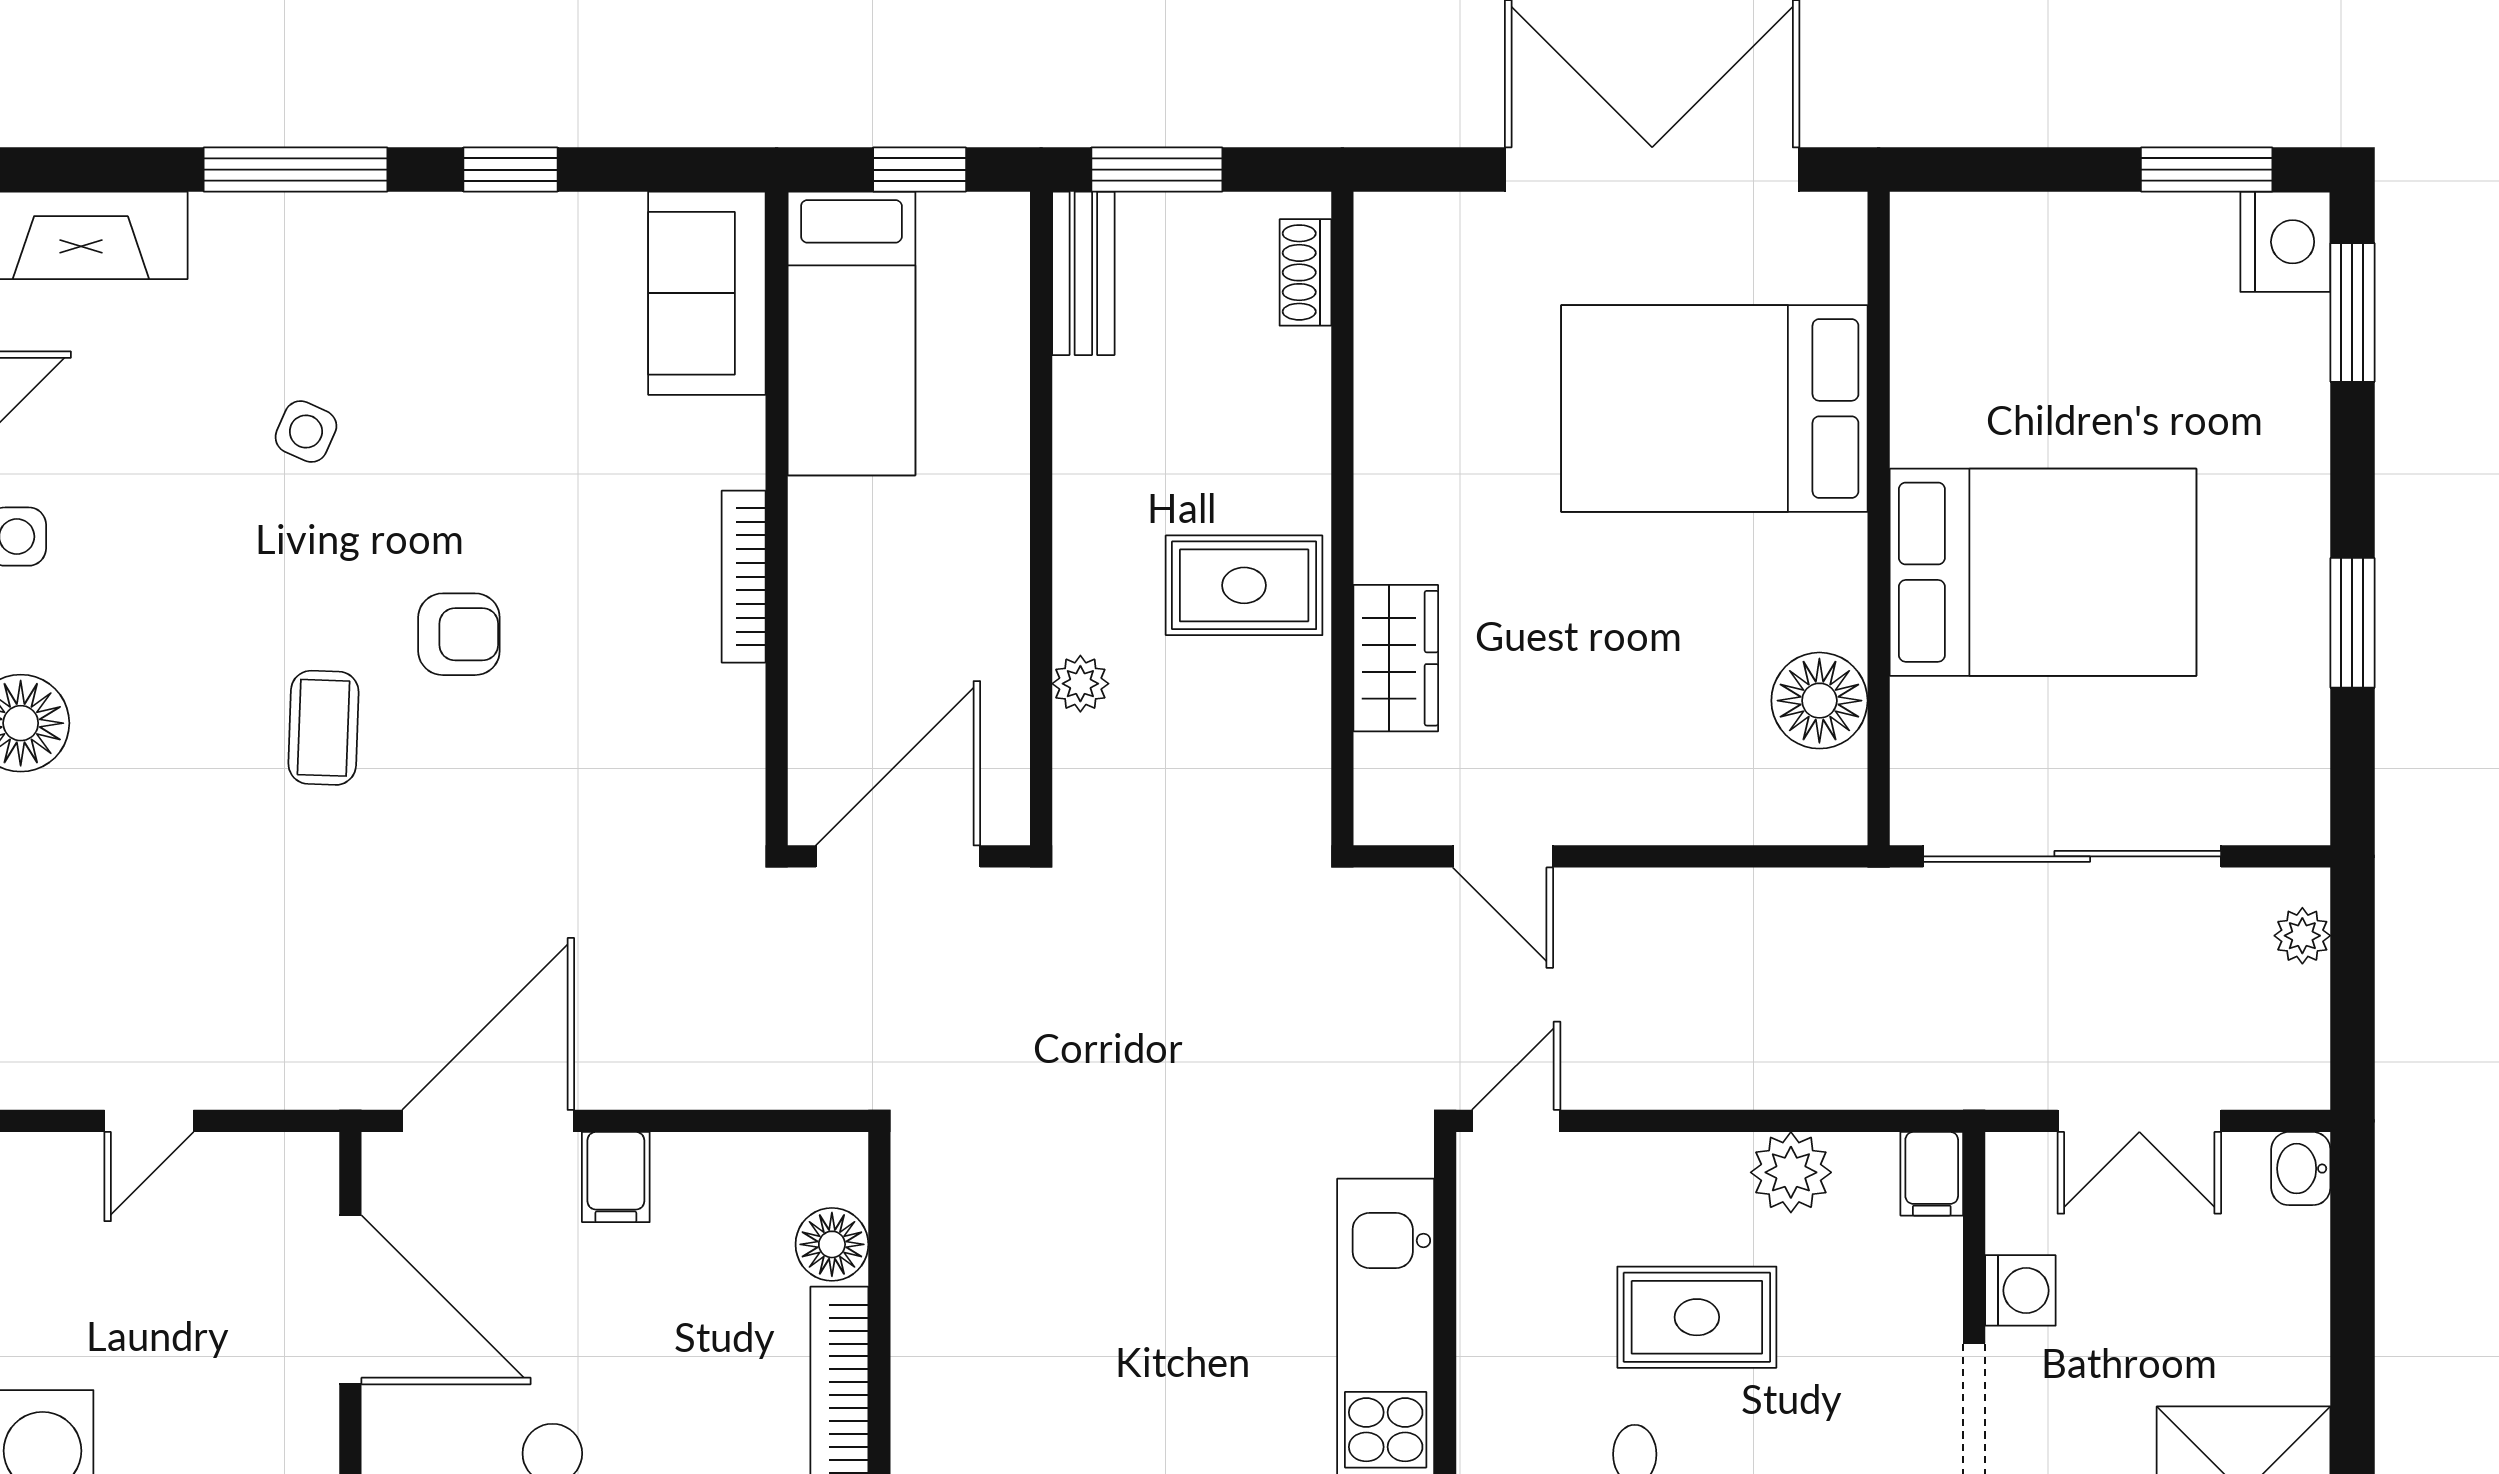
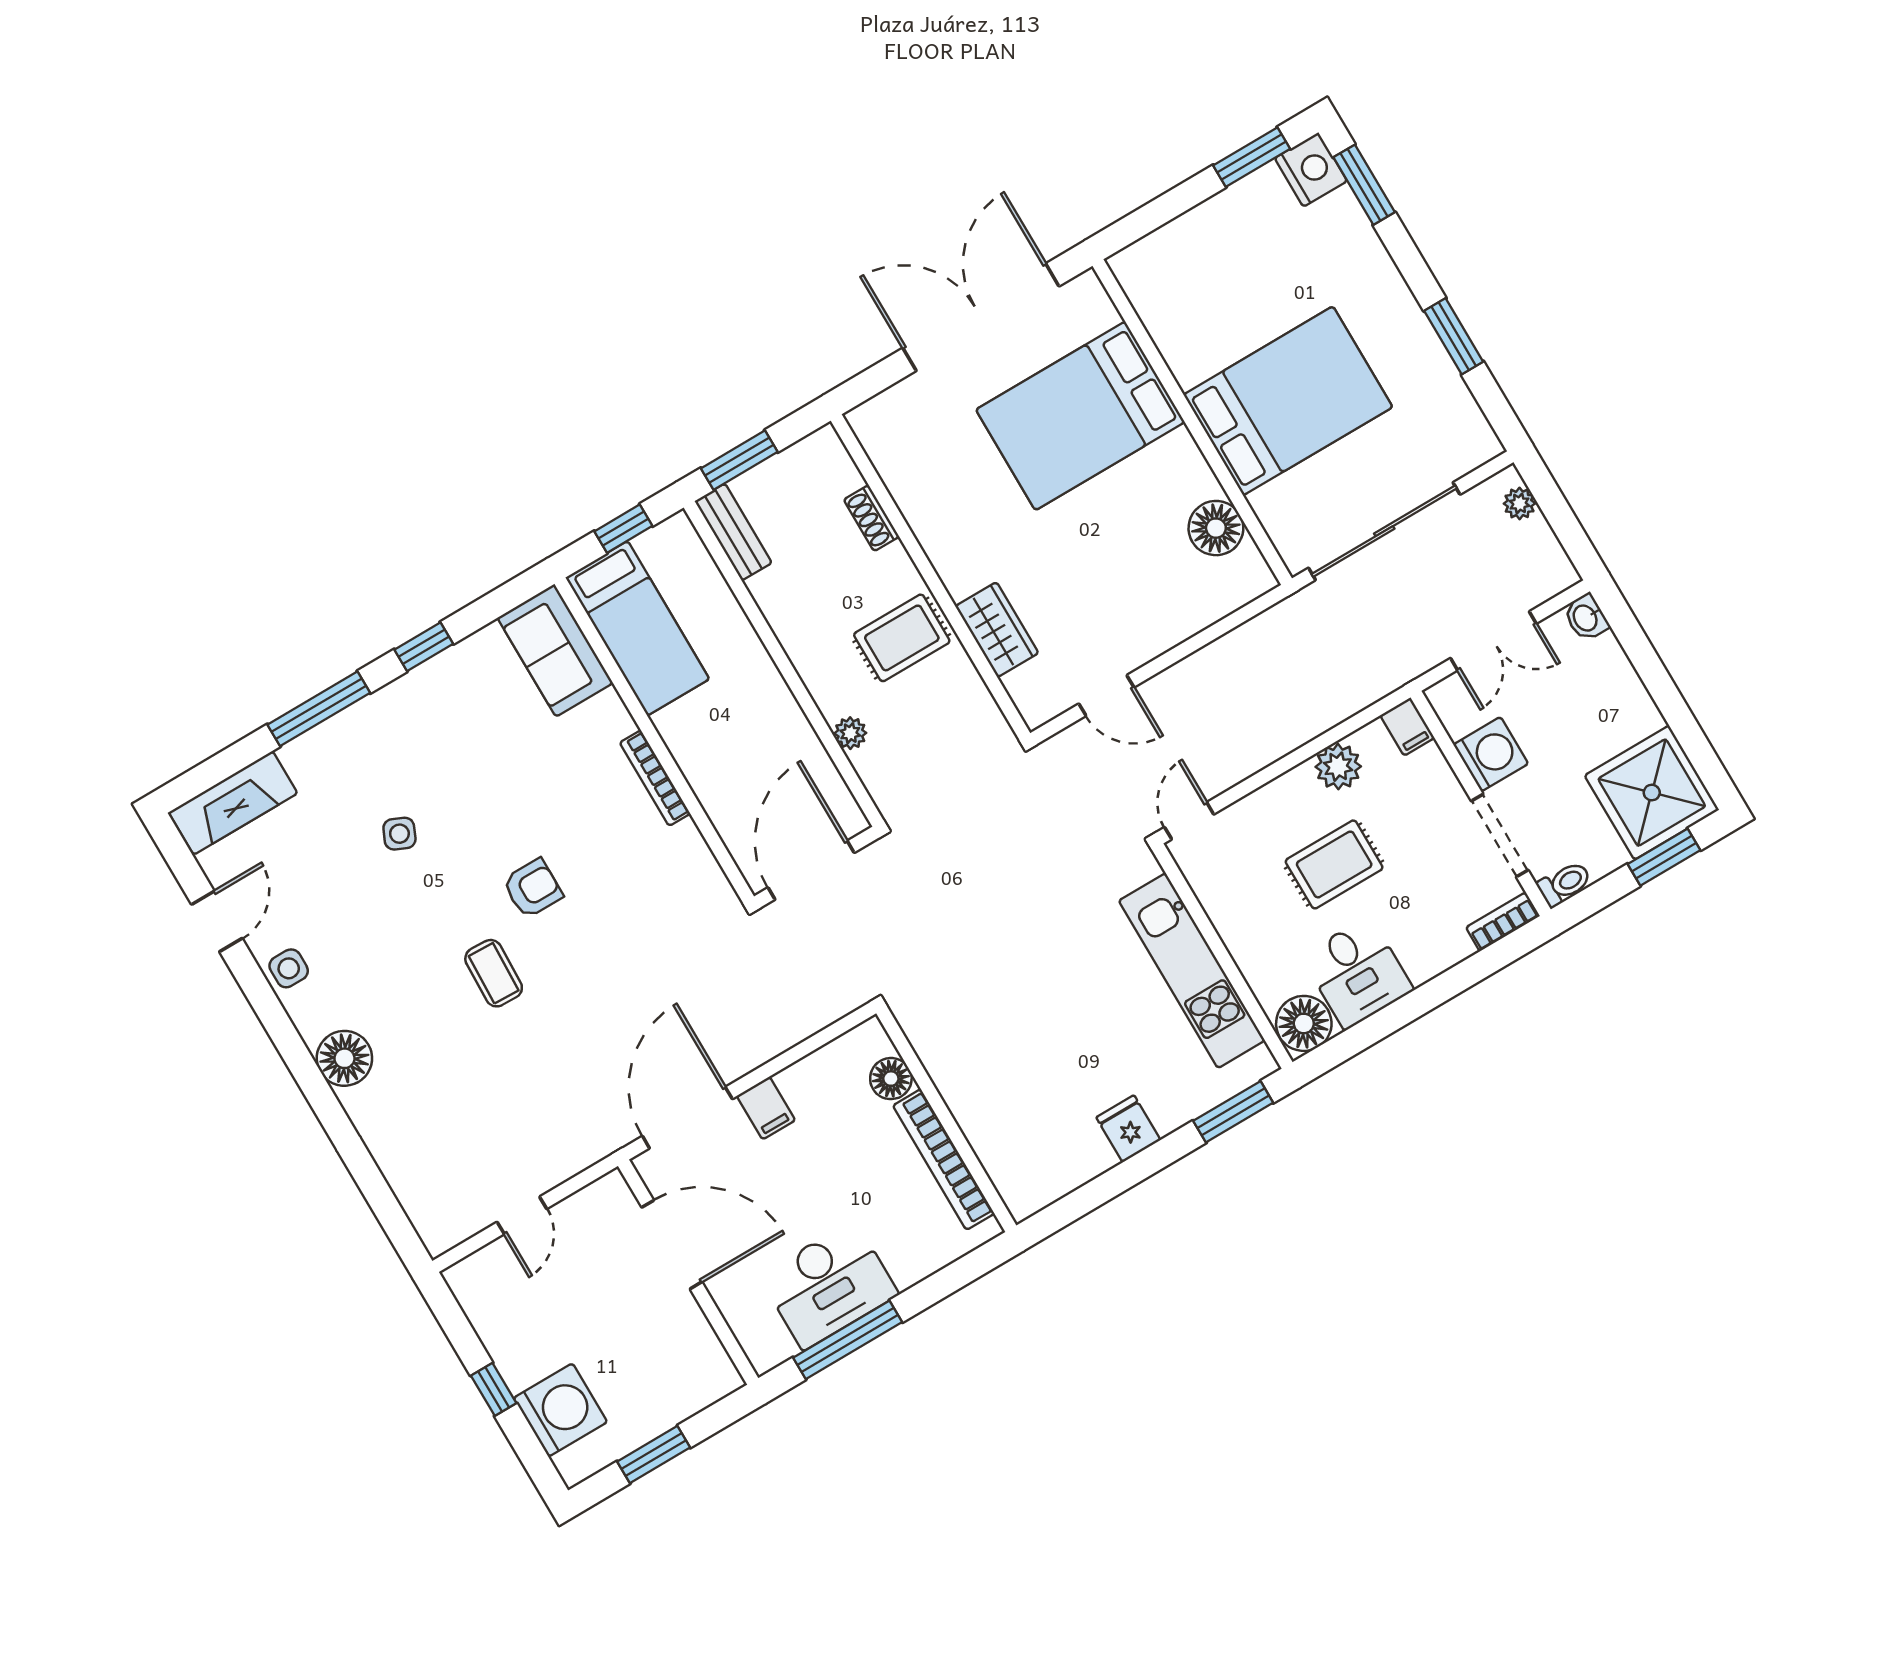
shoe rack: (1305, 272) -> (871, 518), moved
washing machine: (2020, 1290) -> (1491, 754), width x1.38, depth x1.38

